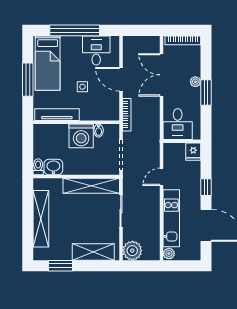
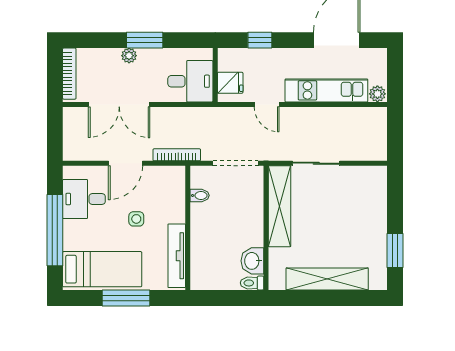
washing machine: (81, 136) -> (207, 221), removed
fridge: (193, 152) -> (230, 83), moved
window: (206, 187) -> (260, 40), moved
plant: (132, 251) -> (373, 147), removed
shelving: (93, 252) -> (375, 203), removed

